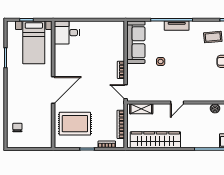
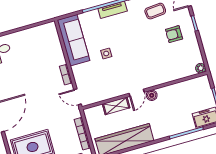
boiler: (215, 108) -> (152, 95), moved
shelving: (141, 109) -> (116, 106), moved

